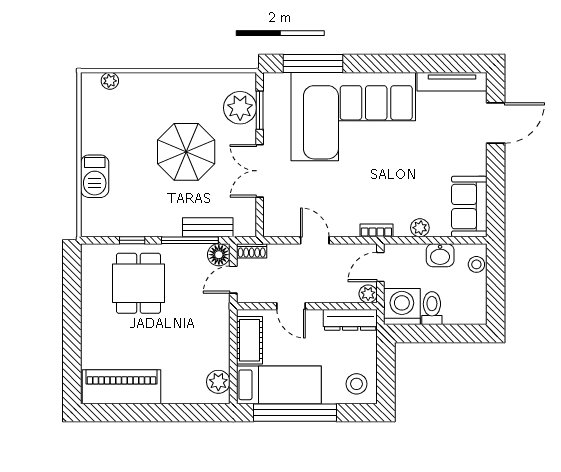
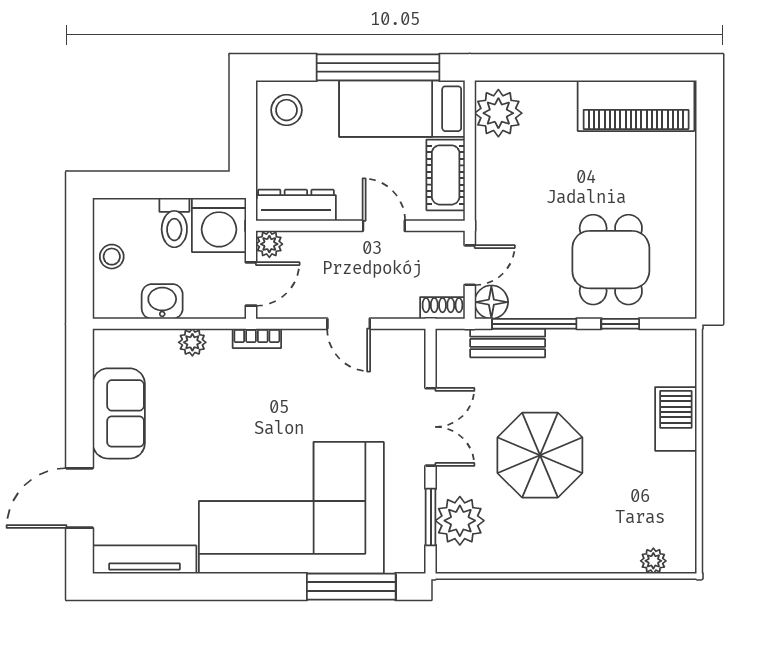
sofa: (469, 207) -> (119, 413), moved
stool: (476, 264) -> (112, 257), moved
plant: (218, 382) -> (498, 113), width x1.36, depth x1.36

